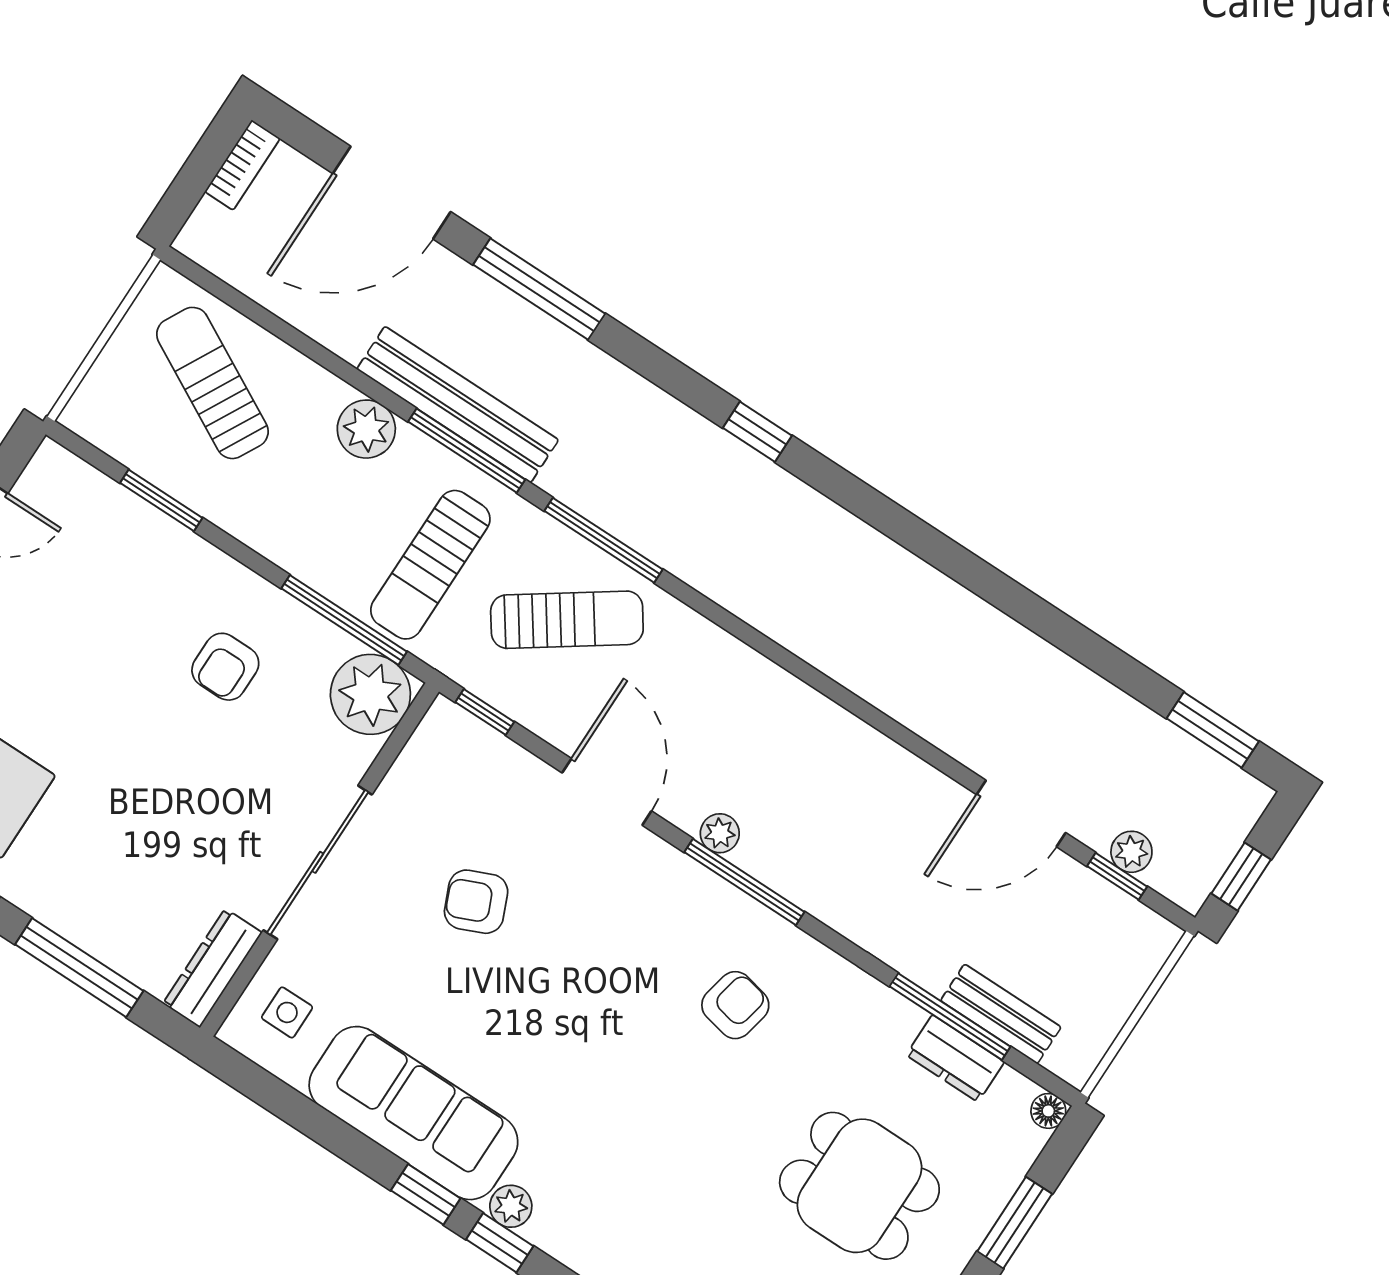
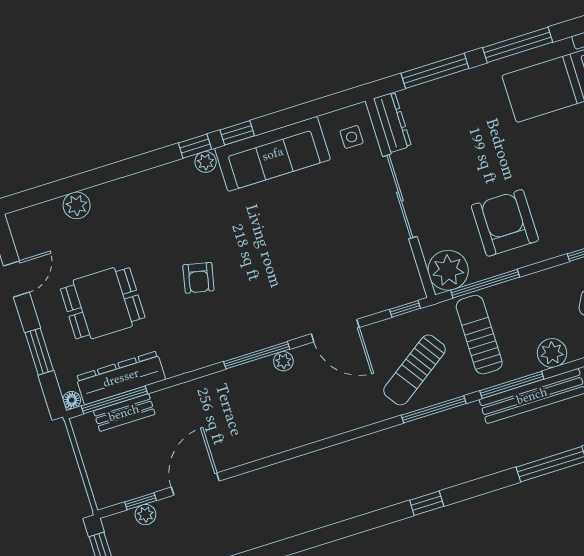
armchair: (225, 667) -> (505, 223), width x1.88, depth x1.88
armchair: (476, 902) -> (334, 245), removed
armchair: (735, 1005) -> (198, 278), moved
window: (950, 1017) -> (114, 400), moved
dresser: (955, 1058) -> (121, 378), width x1.96, depth x1.24

